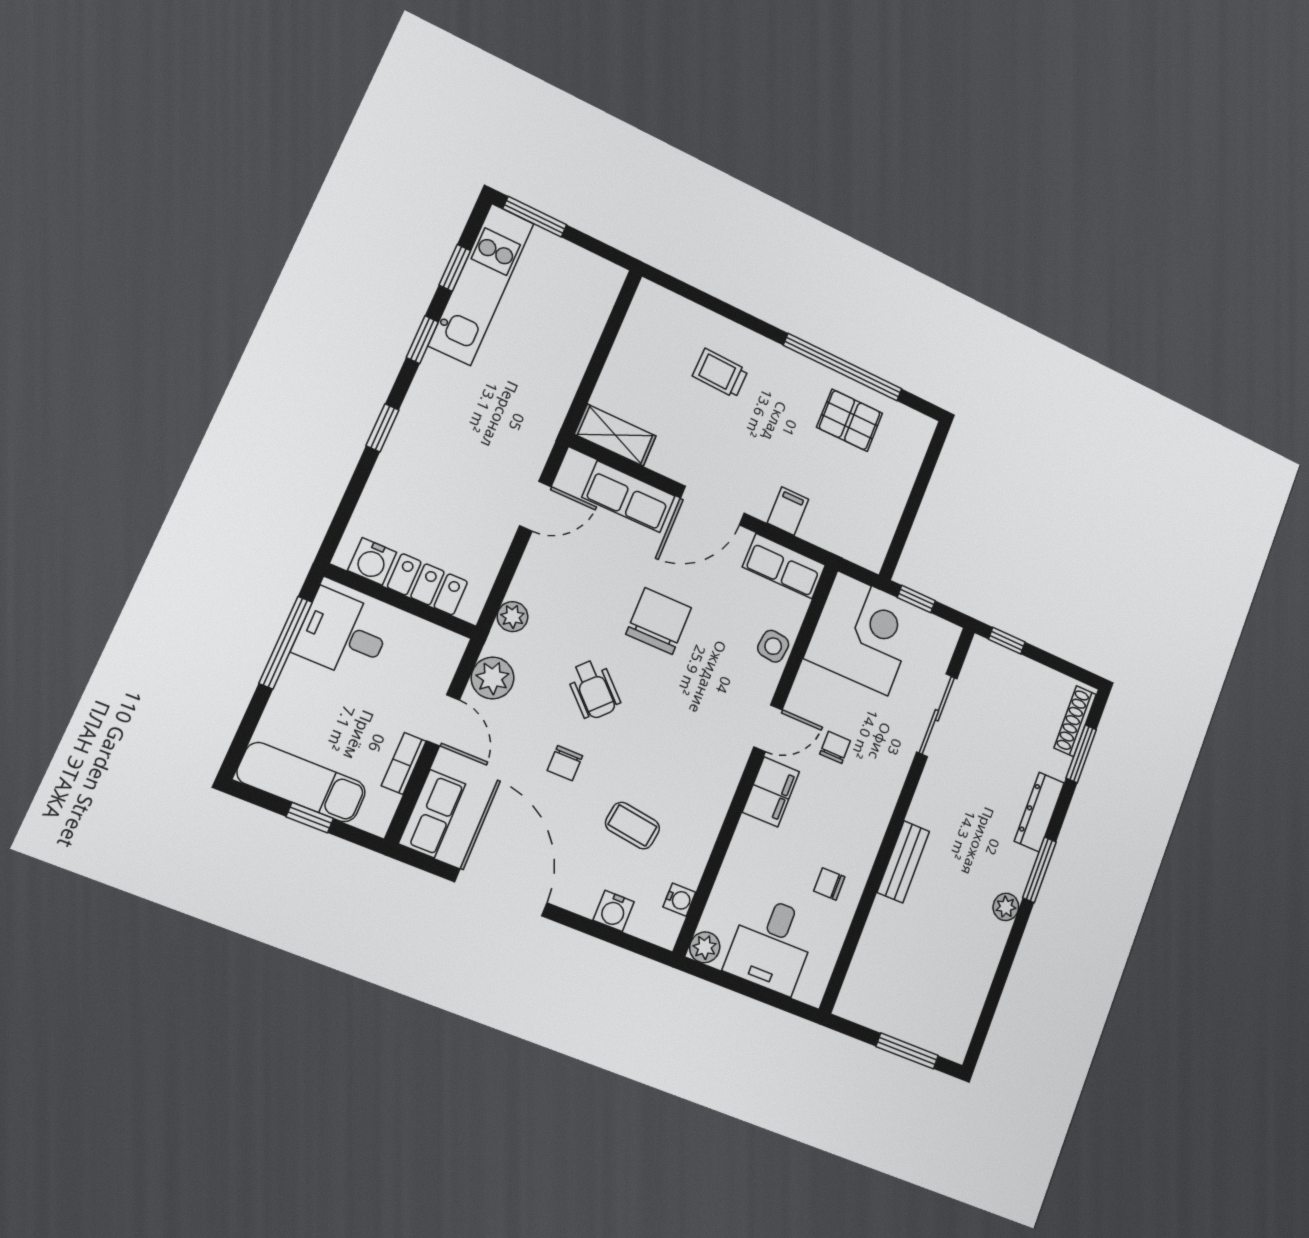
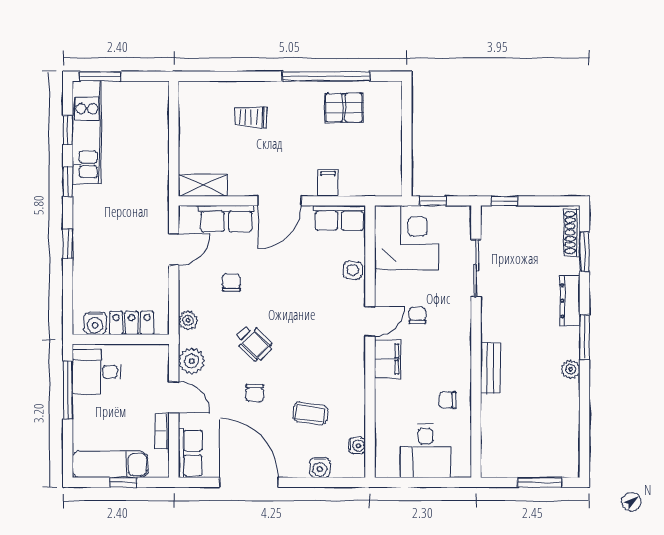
chair: (659, 621) -> (231, 283), moved, width x0.54, depth x0.54
plant: (705, 947) -> (384, 468), removed

